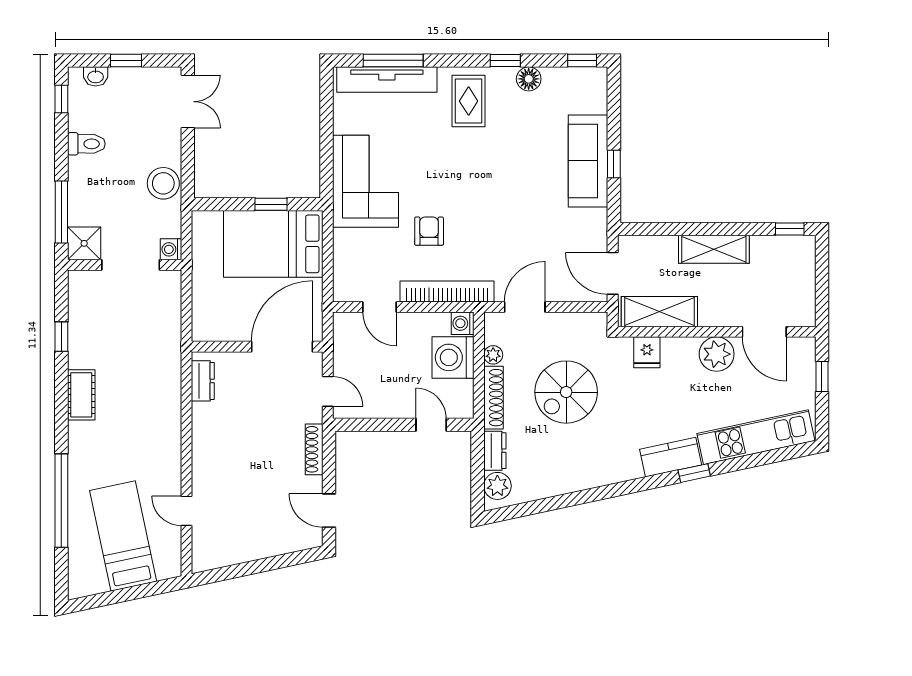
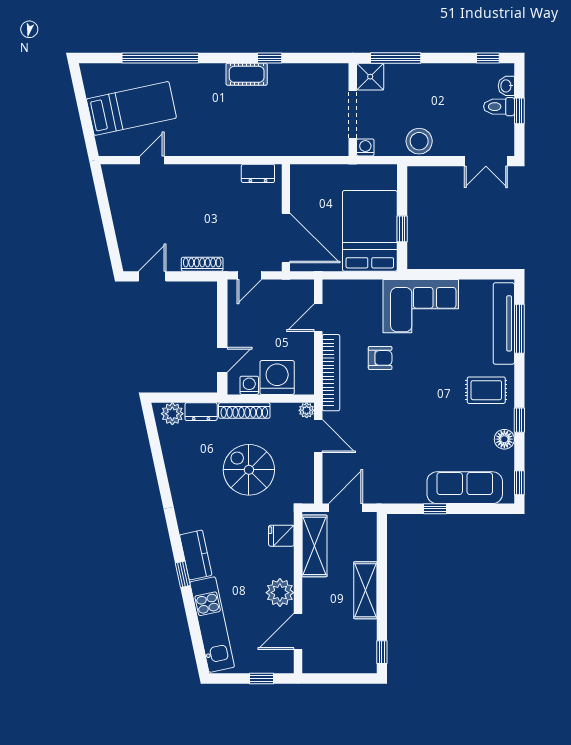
toilet: (86, 144) -> (499, 107), moved, turned 90
sofa: (588, 161) -> (465, 488), moved
washing machine: (463, 323) -> (249, 385), moved
window: (61, 337) -> (270, 58), moved
plant: (493, 355) -> (307, 410), moved

